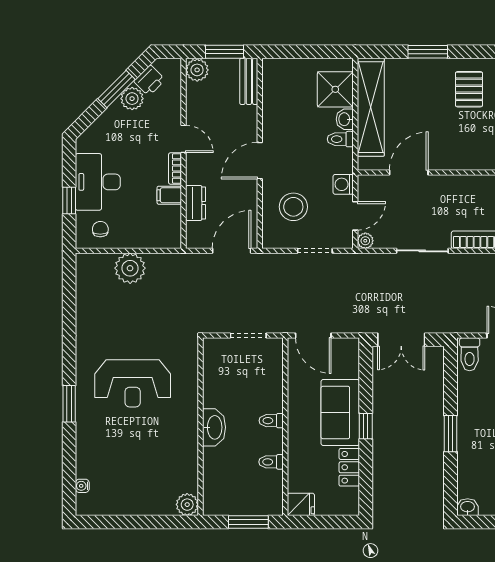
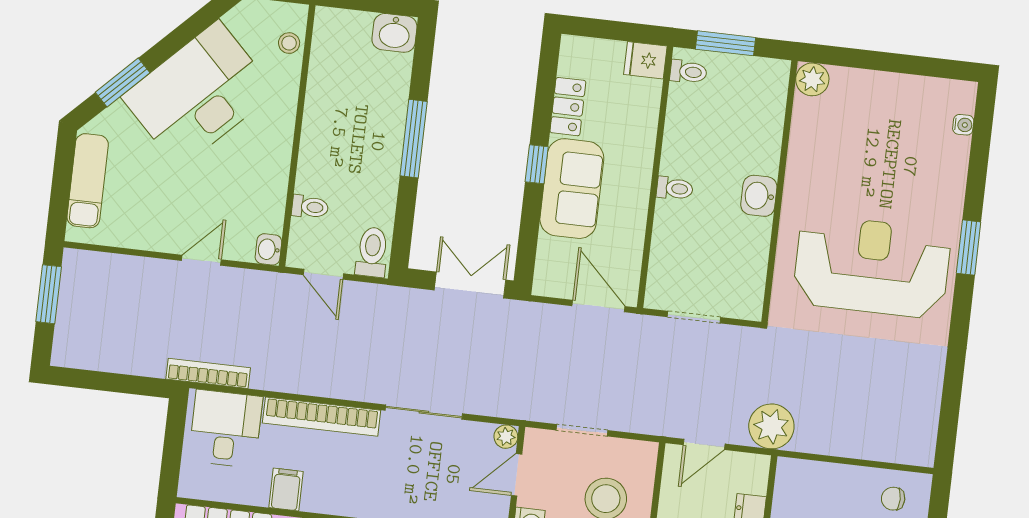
chair: (100, 229) -> (893, 499), turned 91
door: (232, 251) -> (704, 444), width x0.73
plant: (130, 268) -> (771, 426), moved
reception desk: (133, 383) -> (872, 267), width x1.36, depth x1.30
washbasin: (214, 427) -> (759, 196), width x0.72
window: (451, 434) -> (414, 139), width x1.44
toilet: (271, 462) -> (688, 72), moved
washbasin: (468, 507) -> (394, 33), width x1.38, depth x1.45

